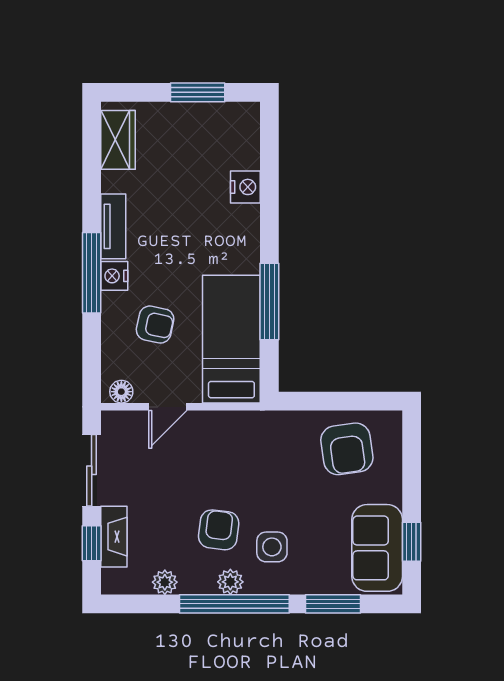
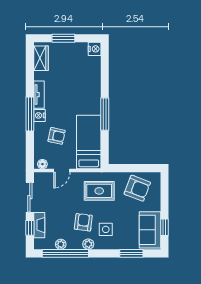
window: (198, 92) -> (63, 38), moved
nightstand: (245, 187) -> (95, 49), moved
window: (269, 301) -> (105, 114), moved
armchair: (347, 449) -> (137, 188), turned -61
rug: (256, 455) -> (99, 191), added
window: (234, 604) -> (65, 253), moved

